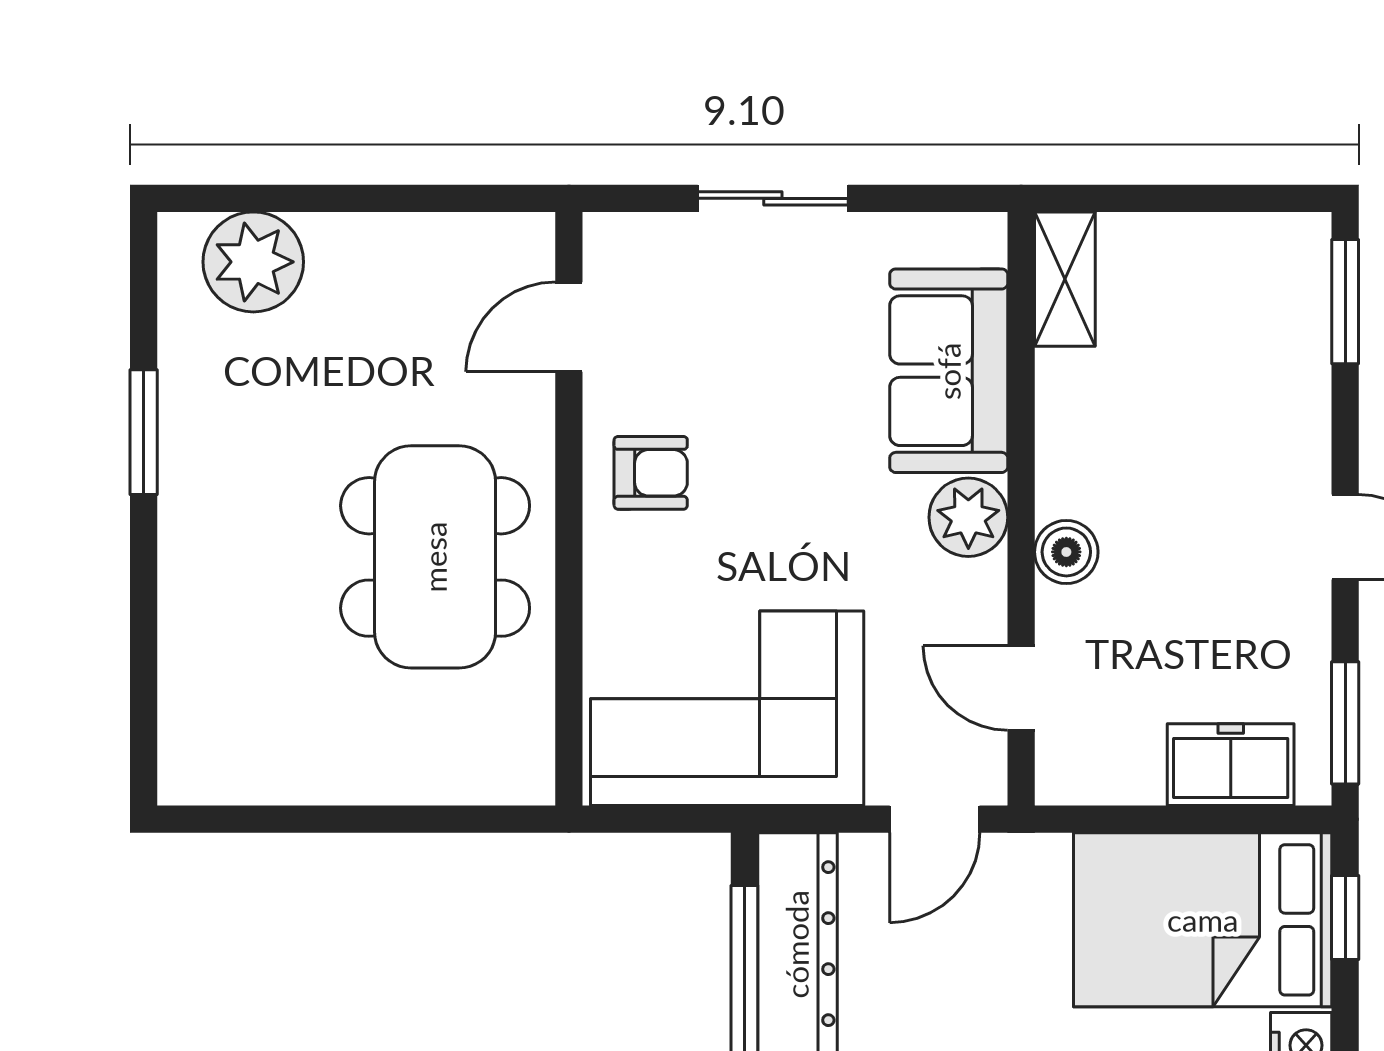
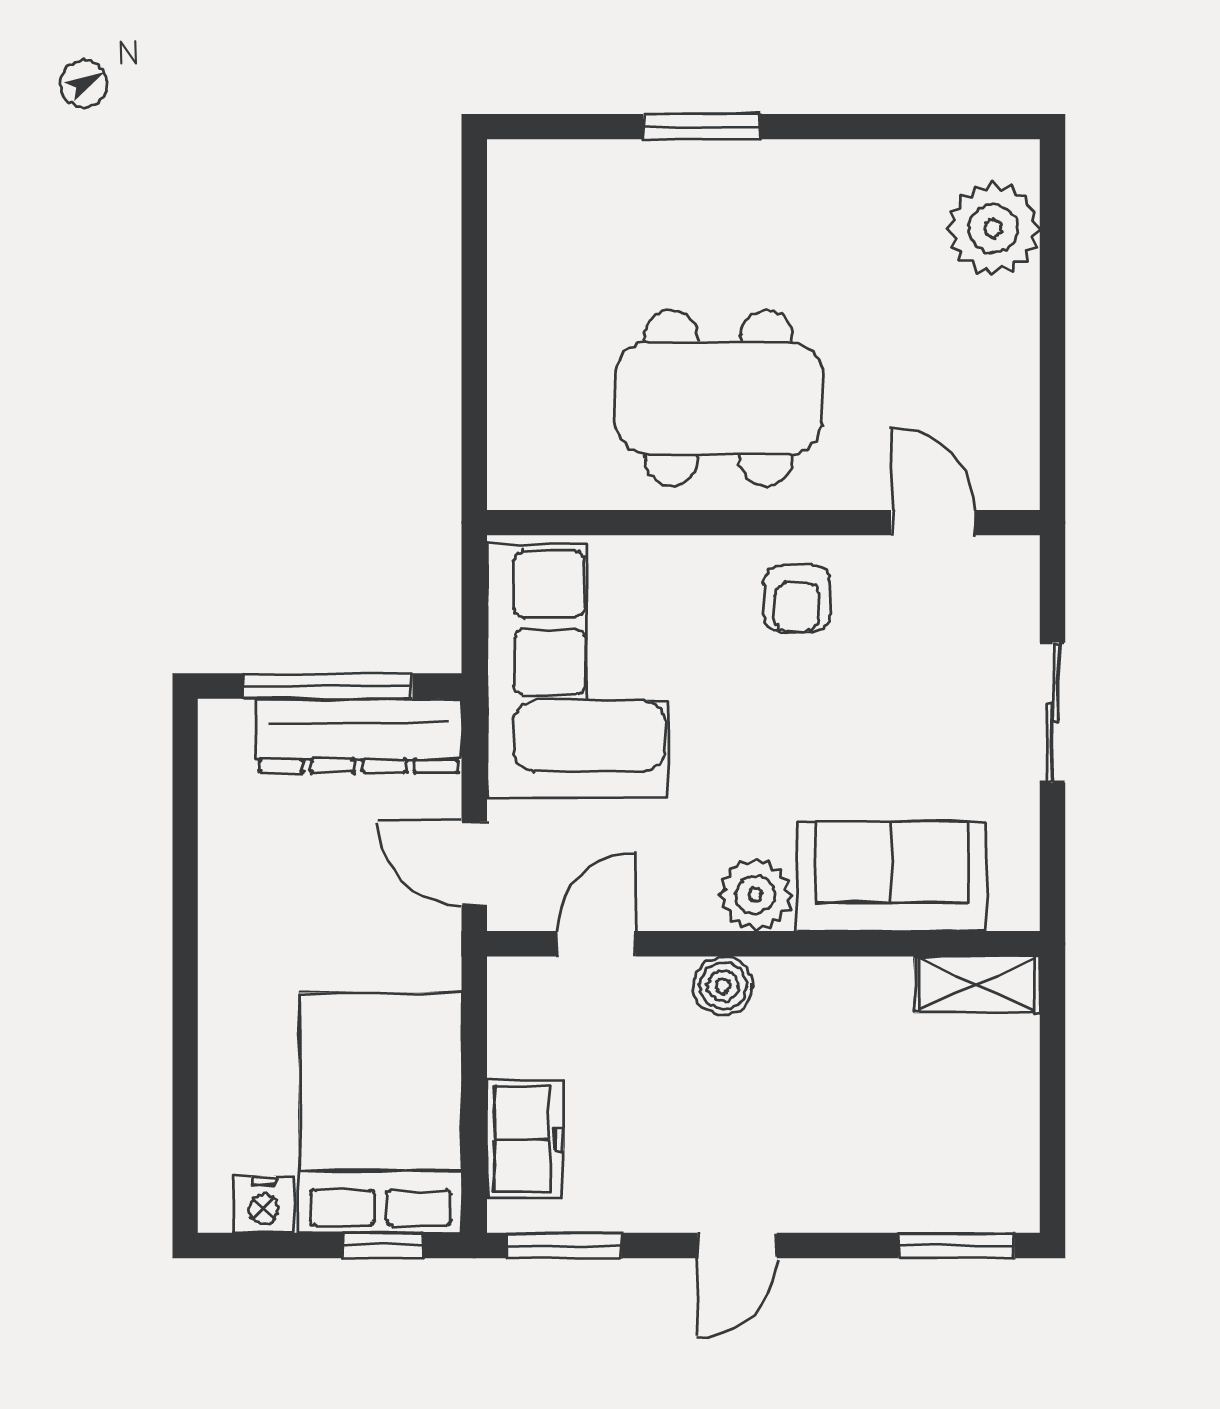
window: (144, 432) -> (701, 127), moved

